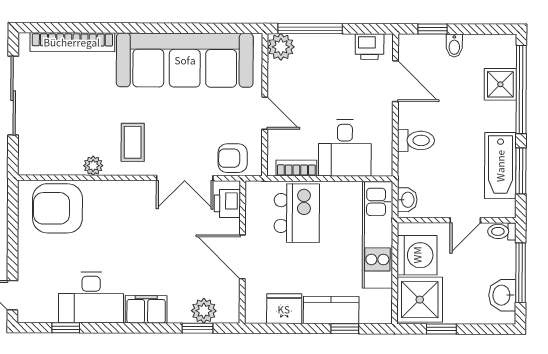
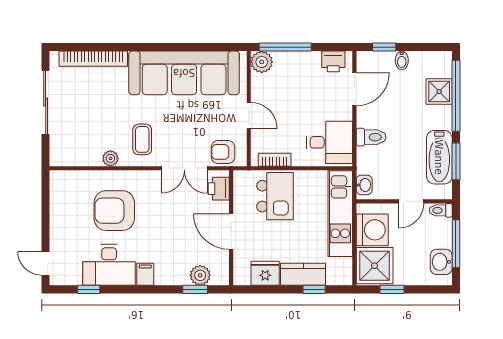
door: (395, 81) -> (354, 89), hinge flipped
desk: (345, 148) -> (329, 142), moved, turned -90
armchair: (57, 208) -> (114, 211), moved
filing cabinet: (146, 309) -> (145, 274), width x0.50

